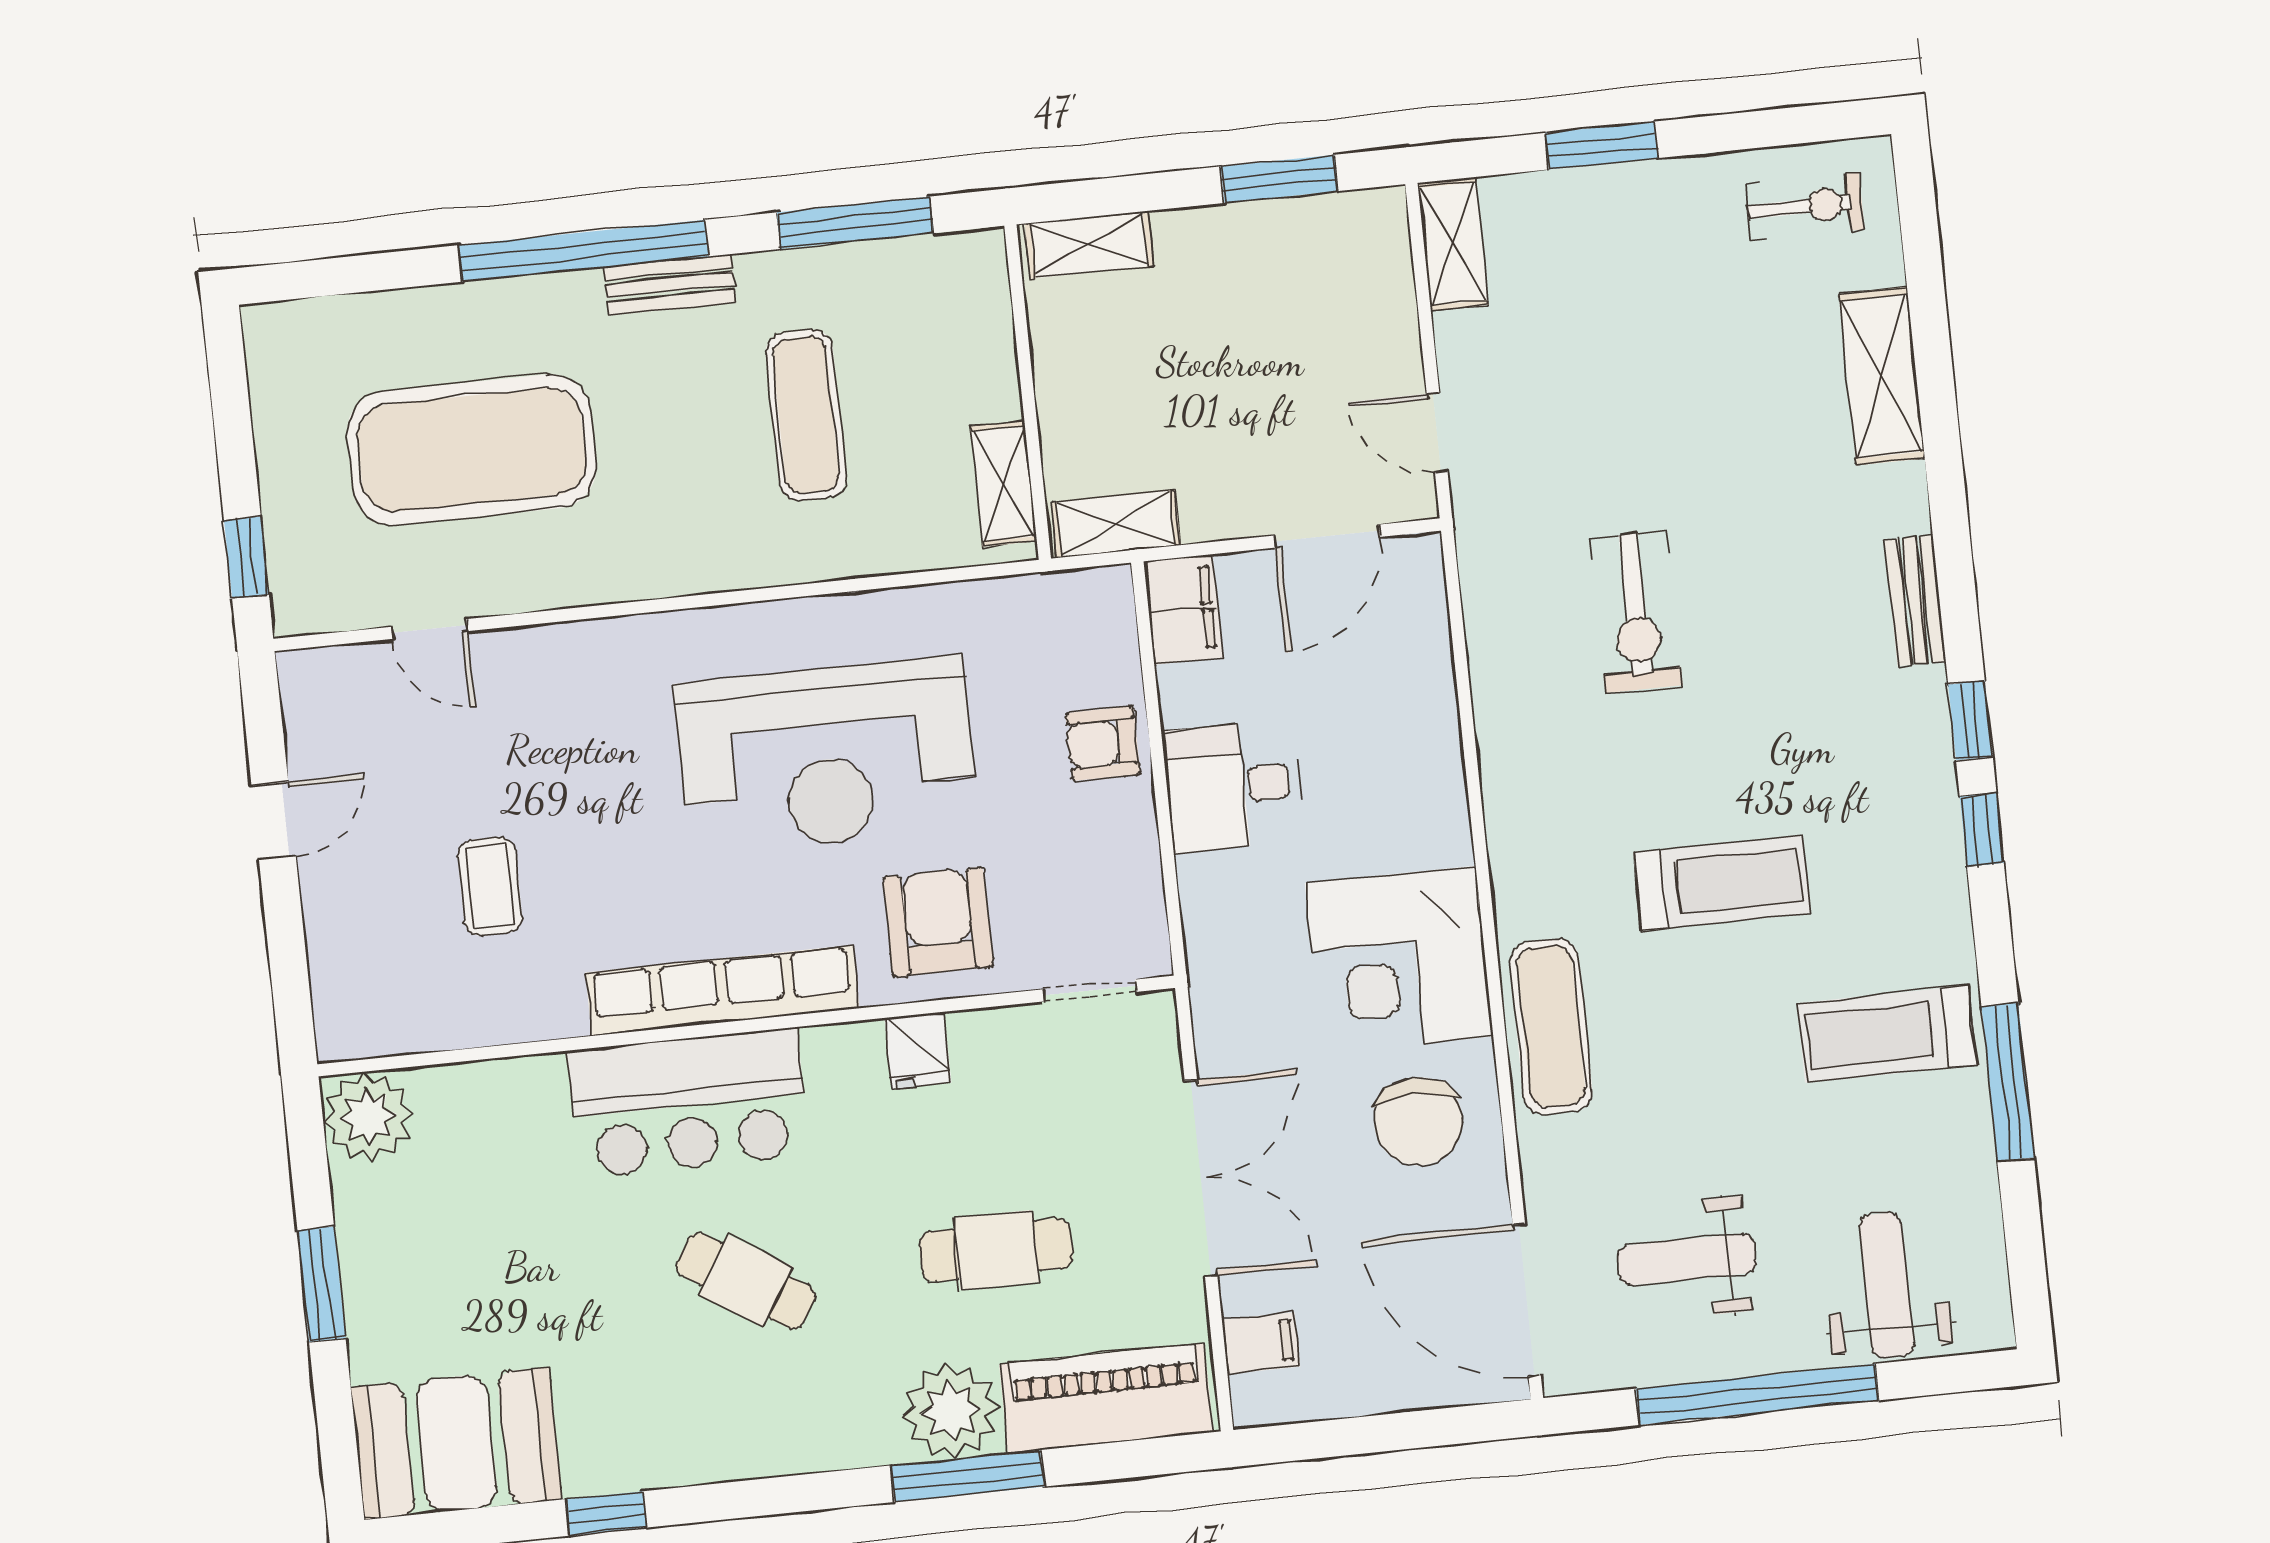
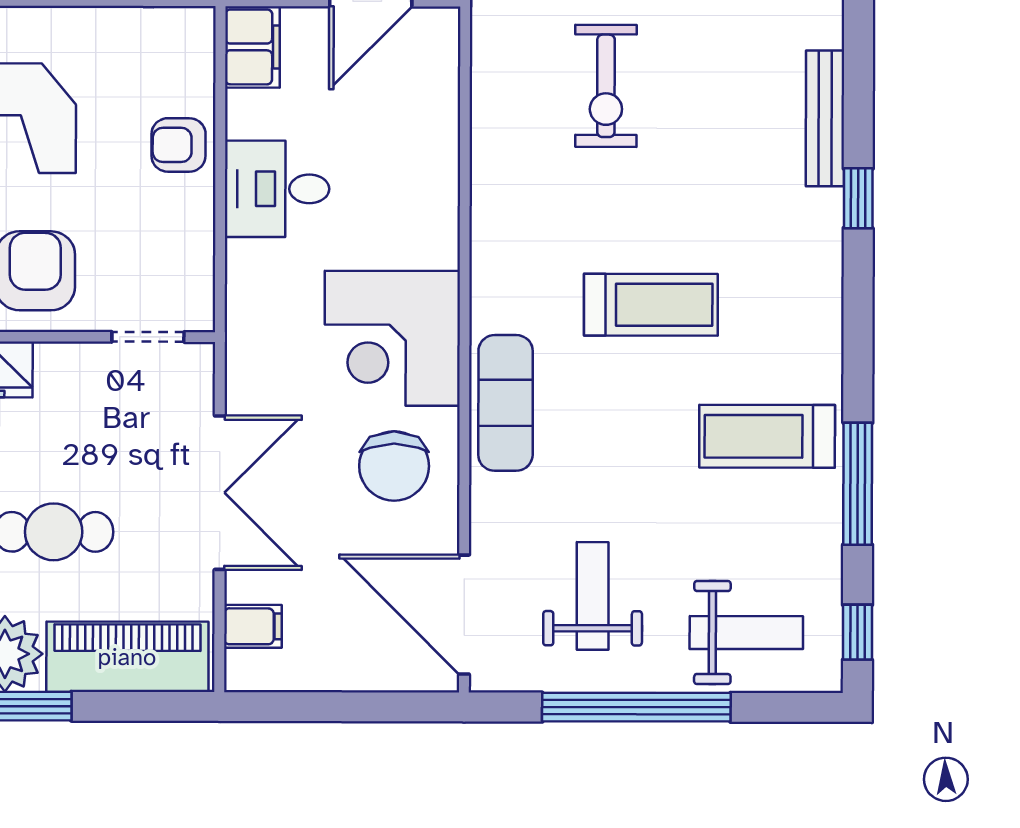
bench: (1915, 601) -> (825, 118), width x1.36
window: (1982, 830) -> (857, 632), moved
weight bench: (1687, 1259) -> (593, 596), turned 90
weight bench: (1887, 1285) -> (746, 633), turned 90

